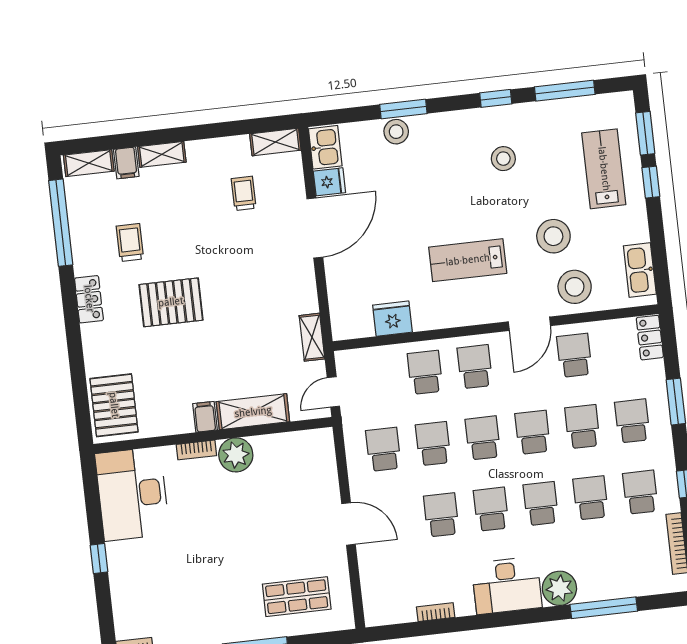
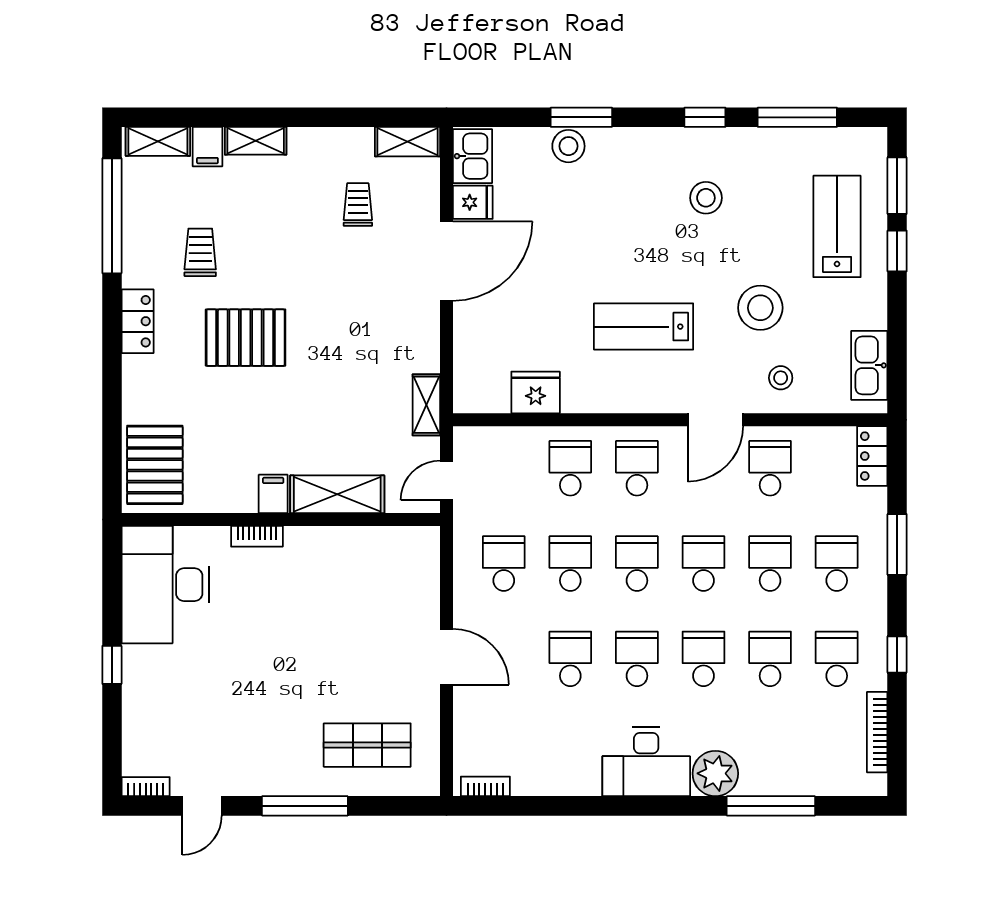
stool: (575, 287) -> (781, 378), width x0.53, depth x0.53
plant: (236, 455) -> (308, 549), removed
bookcase: (436, 612) -> (485, 786), moved

